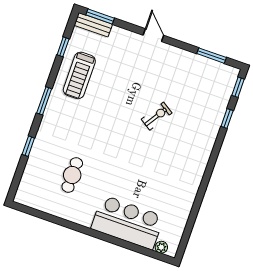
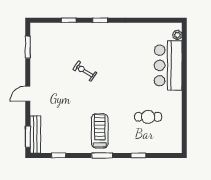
bench: (93, 25) -> (35, 134), width x1.36
treadmill: (79, 75) -> (100, 131), moved, turned -90
window: (238, 87) -> (100, 20), moved

